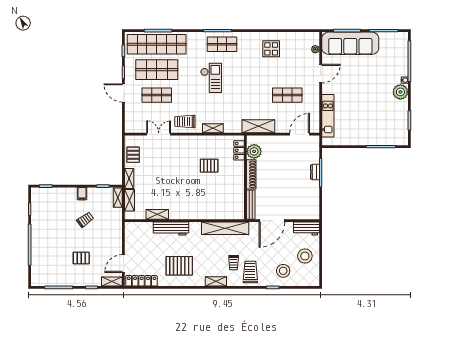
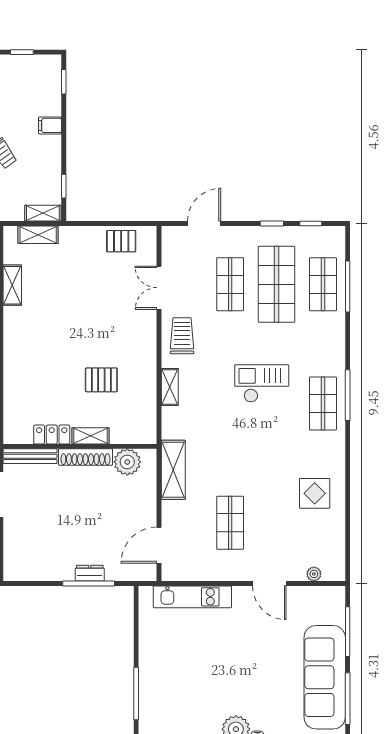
sofa: (350, 43) -> (325, 677), moved
shop shelf: (157, 44) -> (323, 284), width x0.50, depth x0.74
checkout: (211, 78) -> (262, 383), turned 180
door: (123, 93) -> (204, 223), moved
double door: (159, 134) -> (159, 288), swing flipped
door: (300, 134) -> (159, 545), swing flipped
locker: (239, 150) -> (52, 434), moved
pallet: (209, 166) -> (101, 380), turned 90
shelving: (129, 178) -> (90, 436), moved
filing cabinet: (82, 194) -> (50, 125), moved

